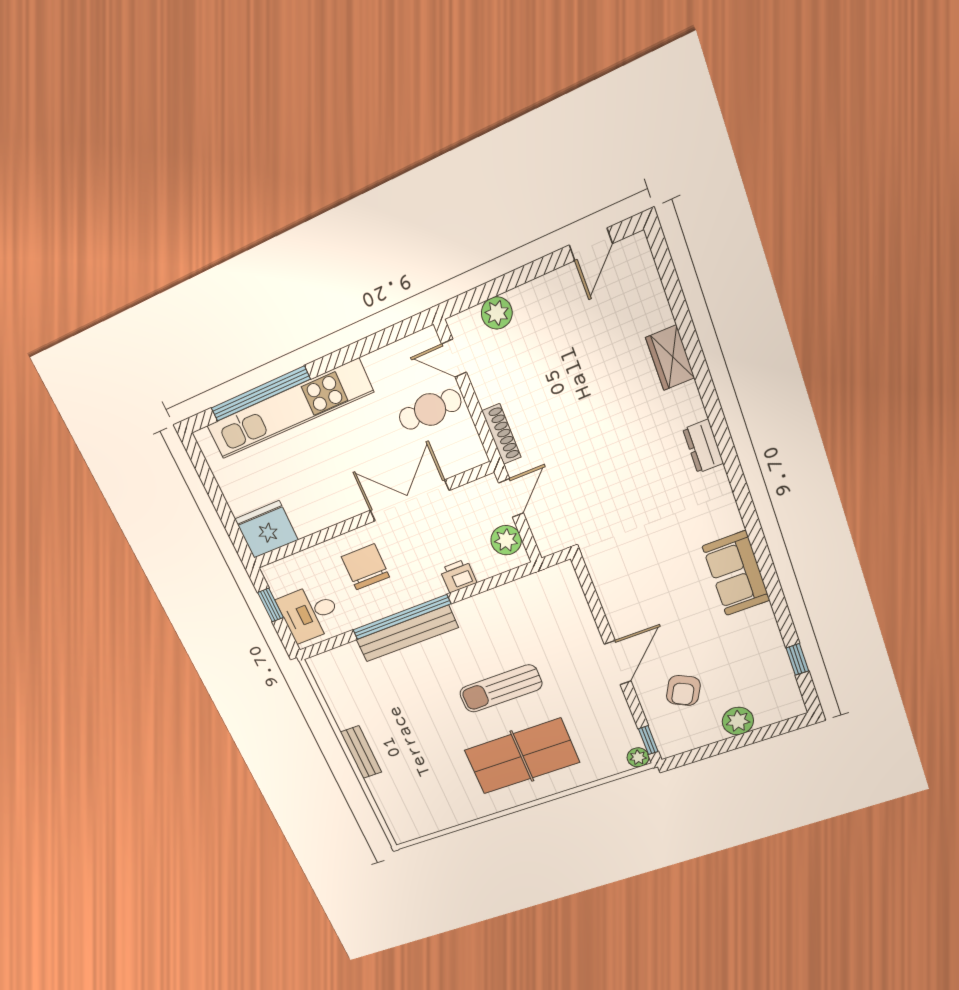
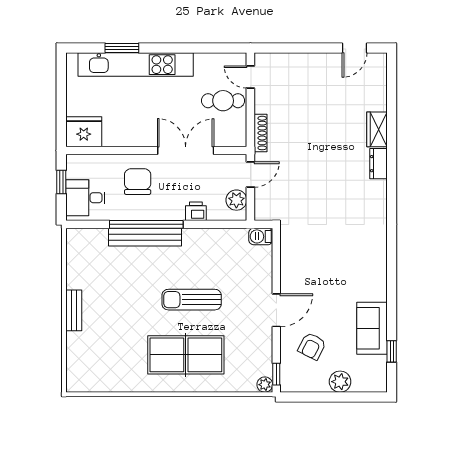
plant: (497, 313) -> (286, 62), removed
window: (260, 394) -> (122, 48), width x0.47
dresser: (703, 446) -> (378, 164), moved
sofa: (736, 573) -> (372, 328), moved
barbecue: (559, 576) -> (261, 236), added

